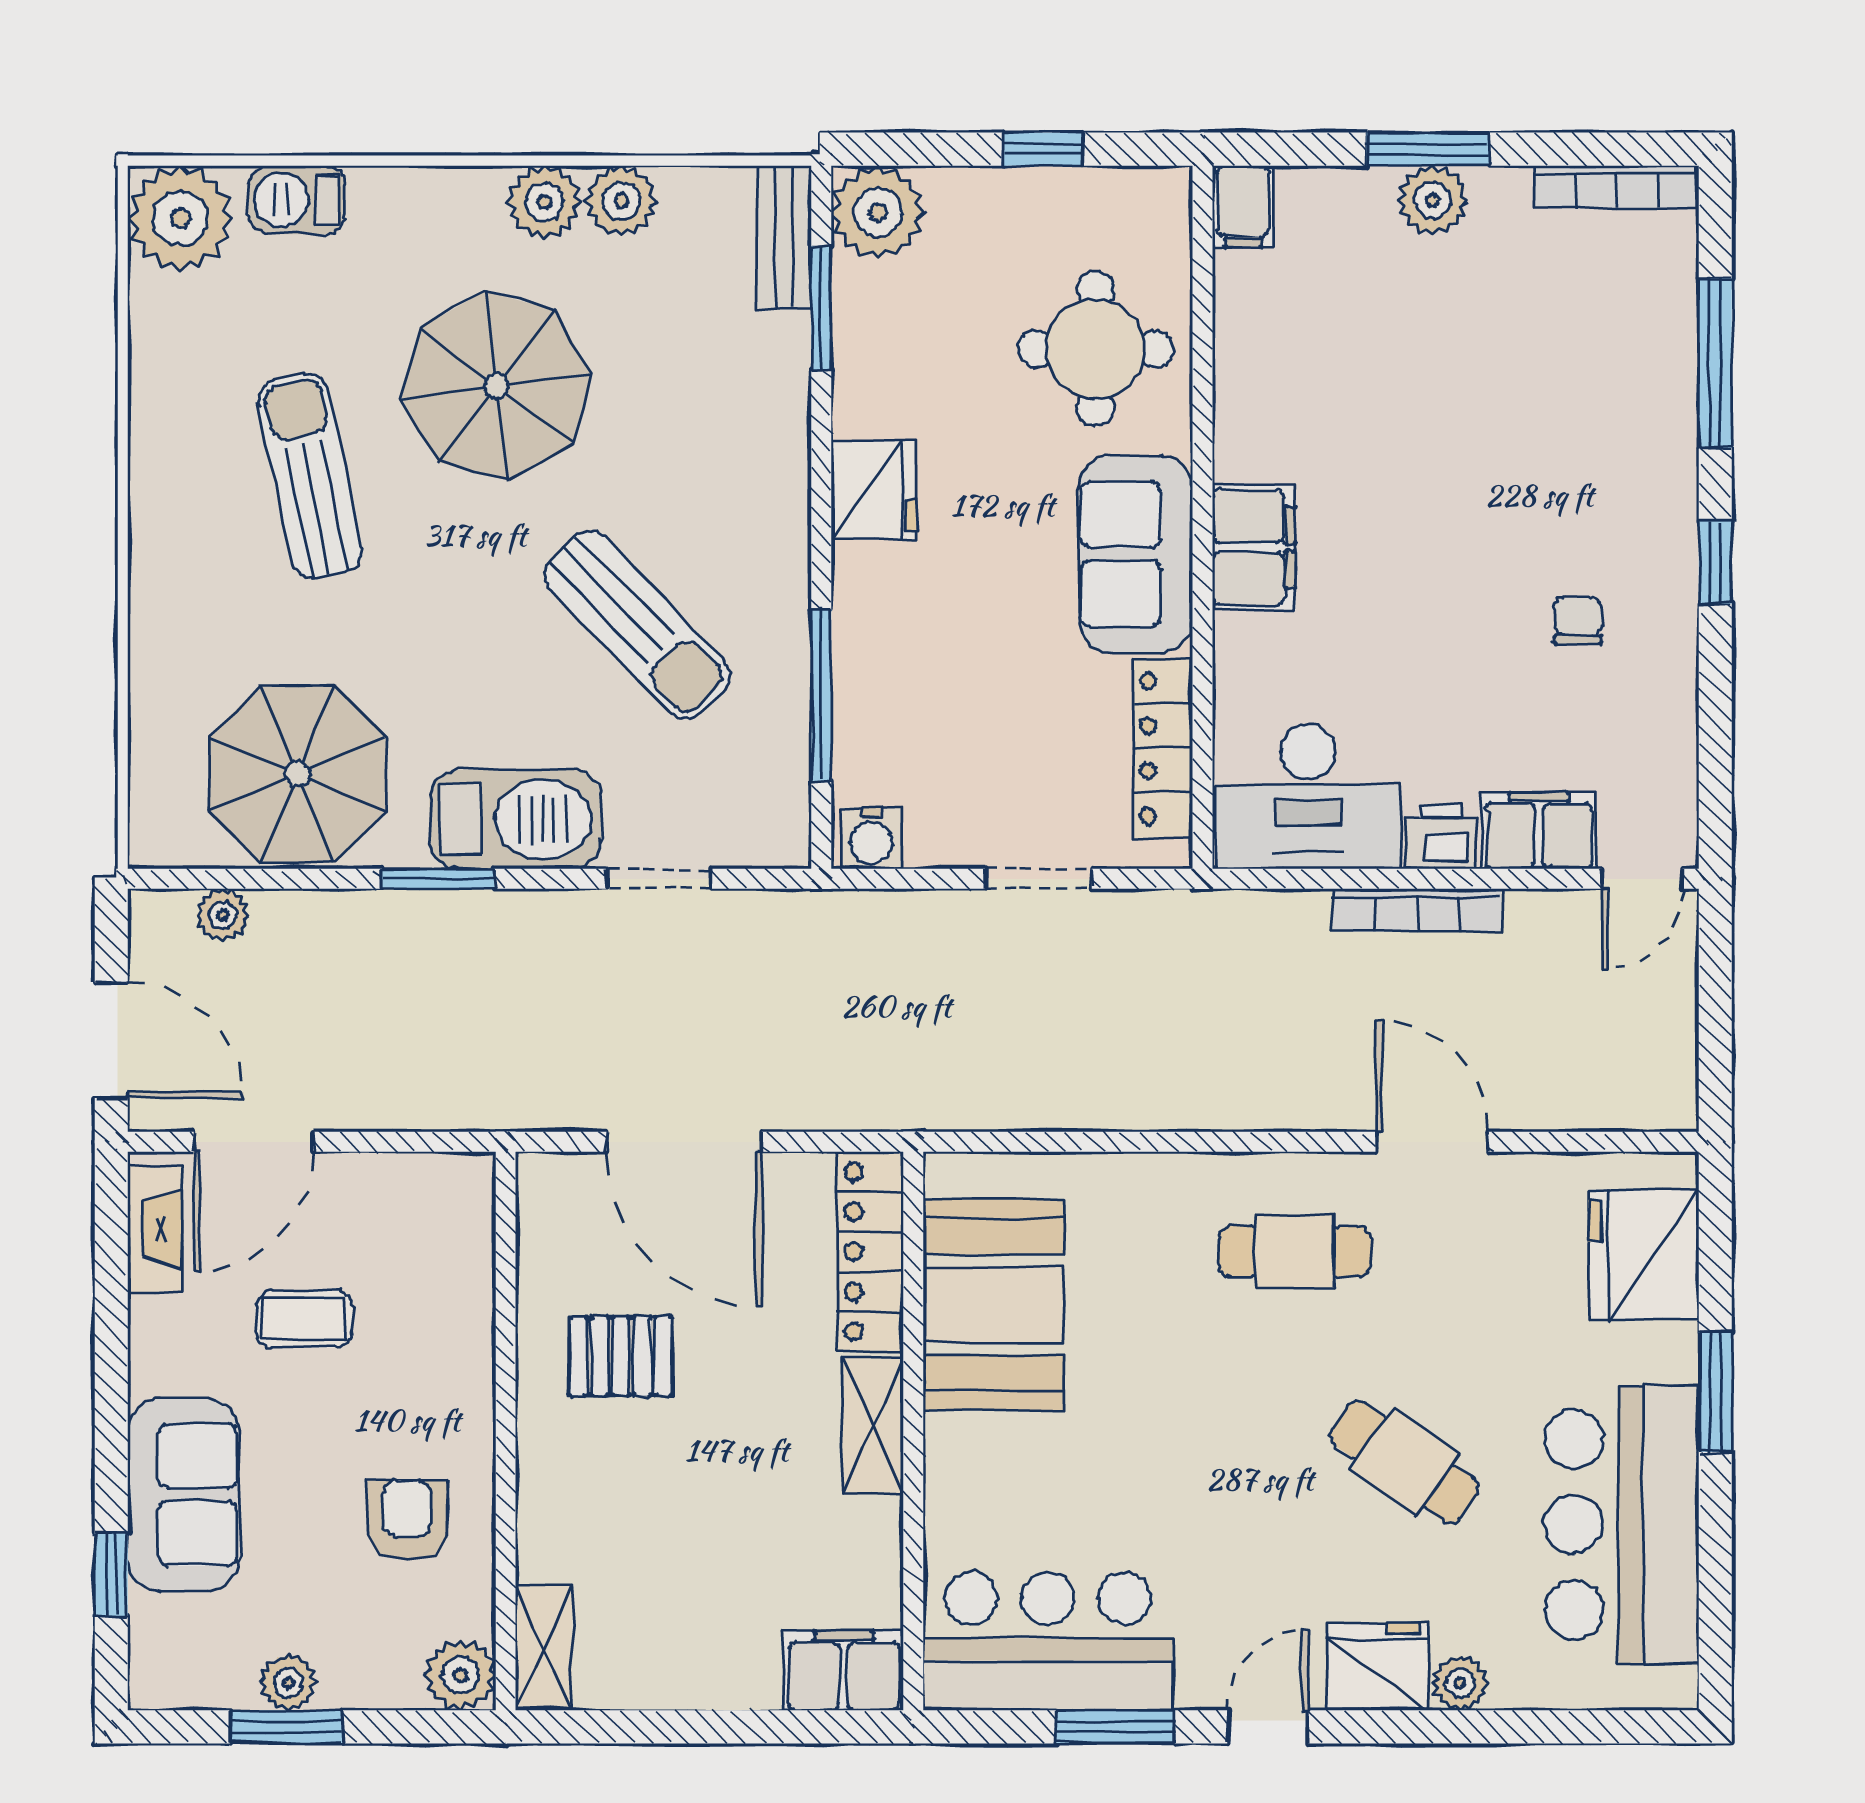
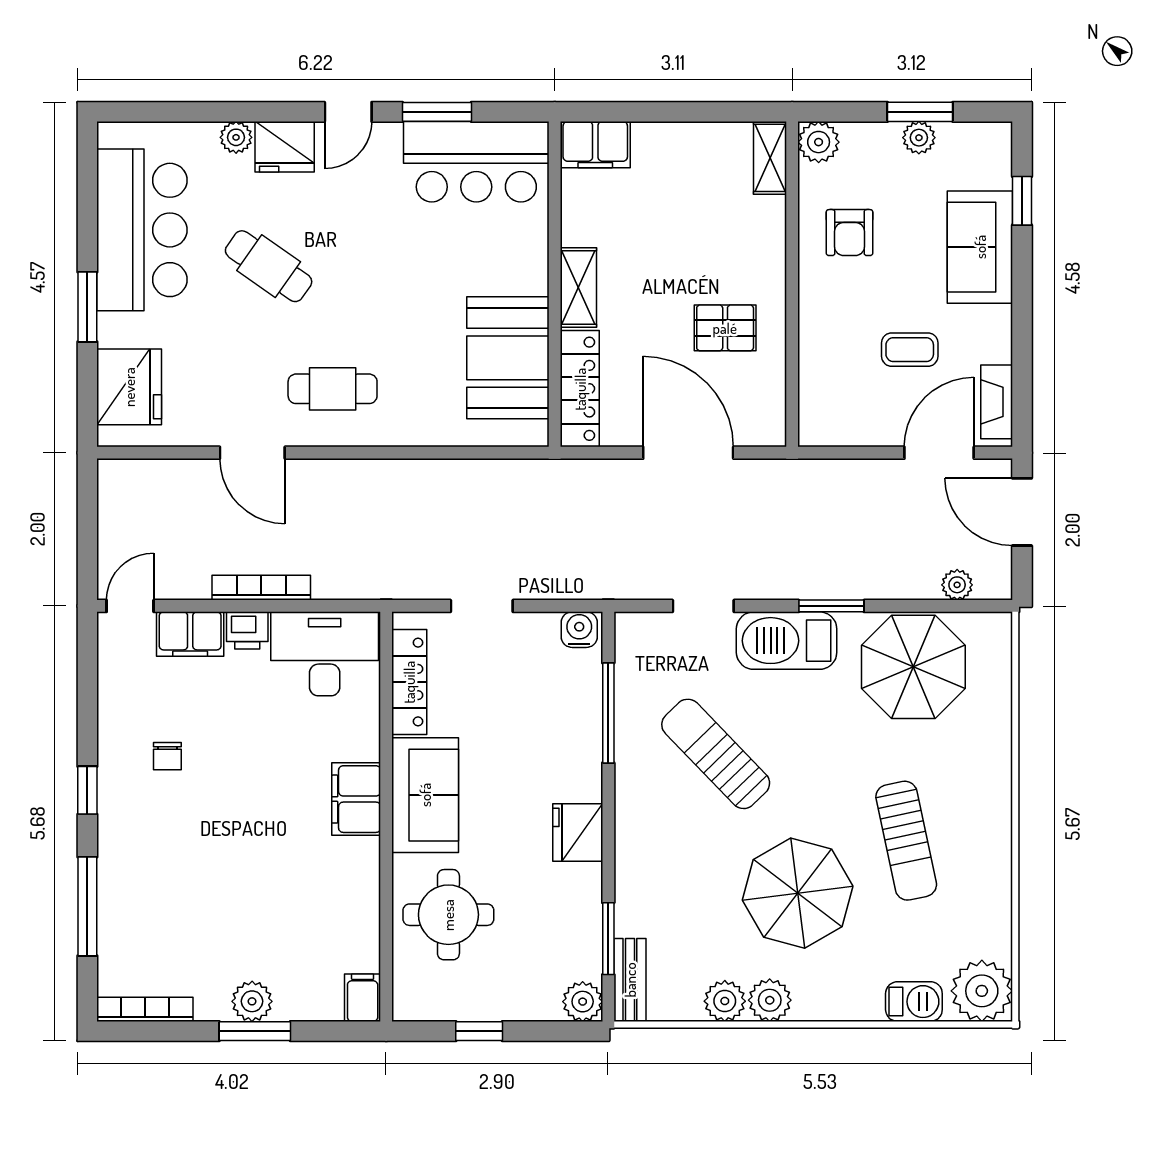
plant: (878, 212) -> (583, 1002), width x0.73, depth x0.73

